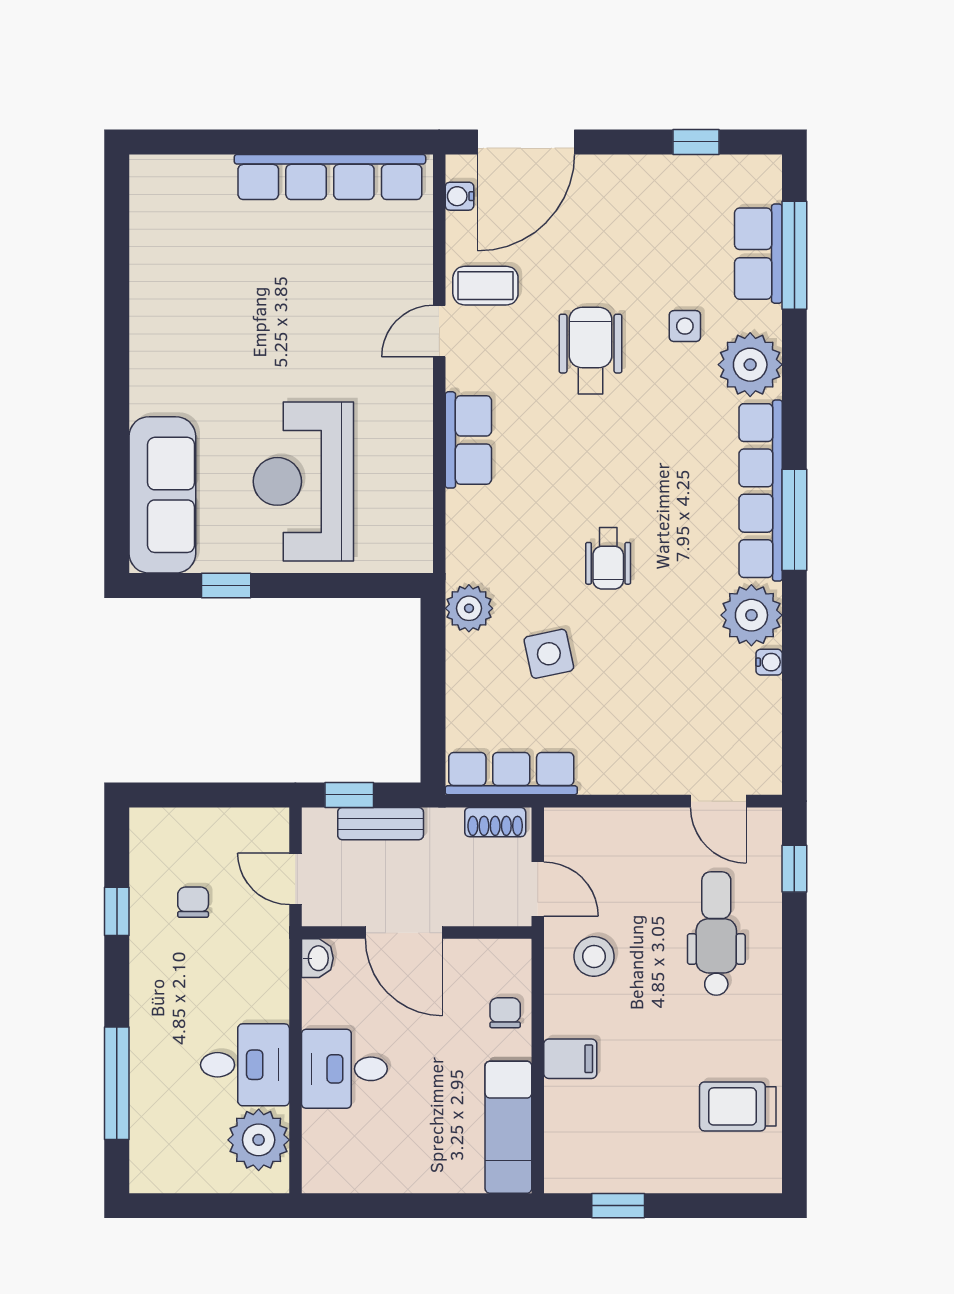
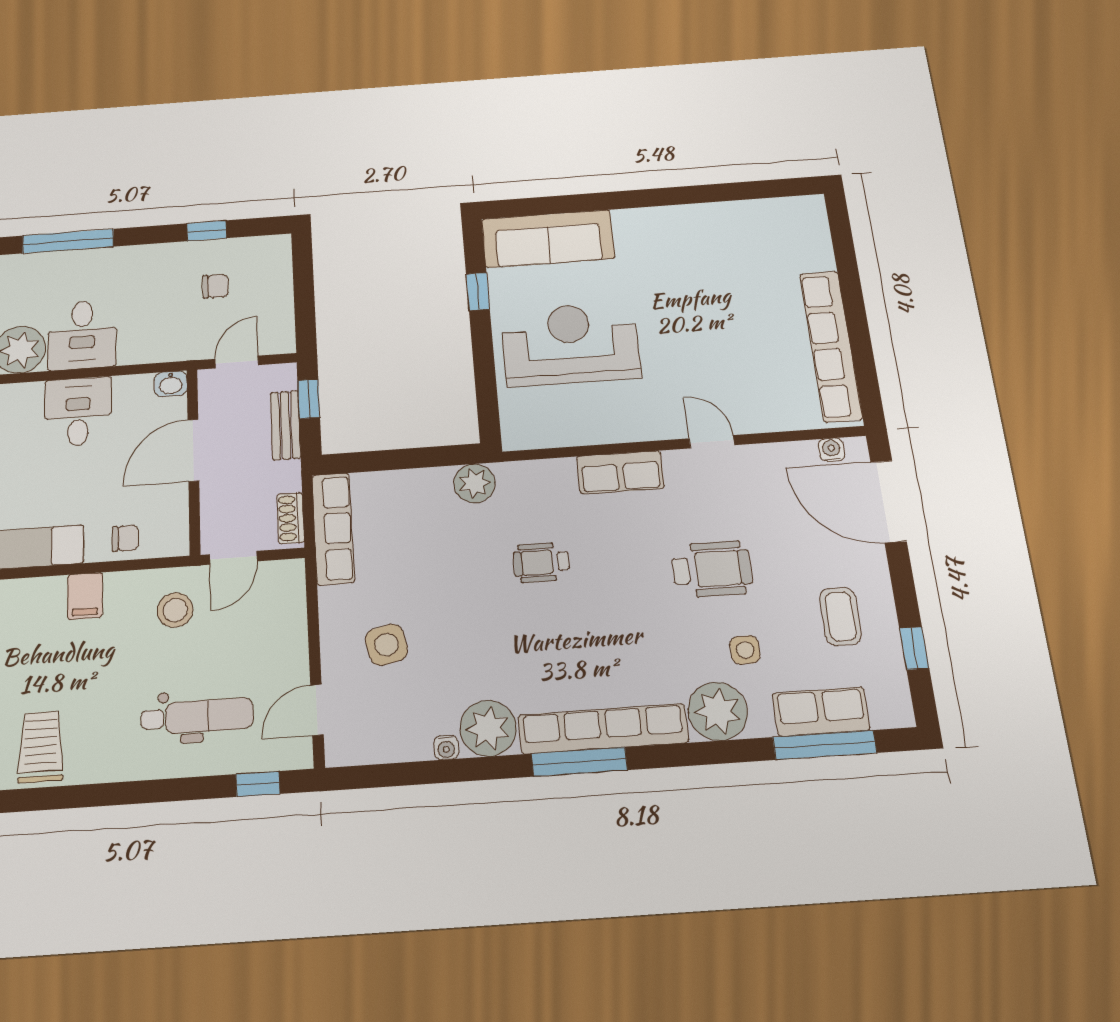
coffee table: (485, 286) -> (841, 616), moved
wheelchair: (608, 558) -> (541, 562), moved
side table: (549, 654) -> (386, 645), moved

